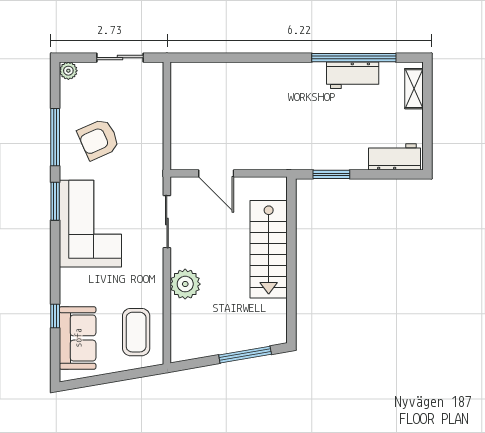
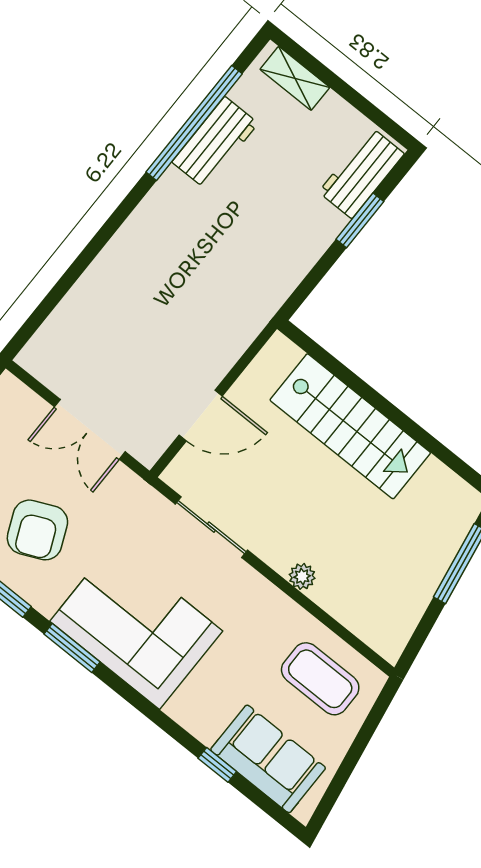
double door: (167, 126) -> (90, 429), added
window: (331, 174) -> (360, 220), moved
plant: (185, 284) -> (302, 576), width x0.53, depth x0.53

